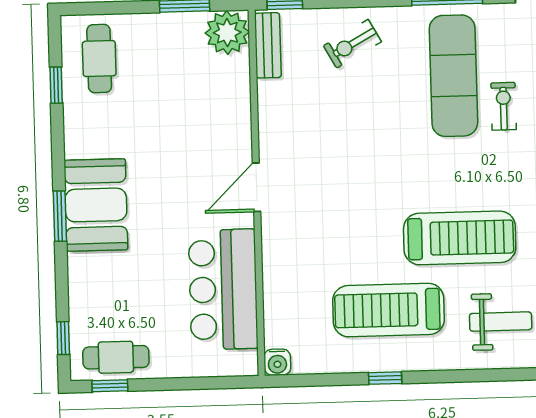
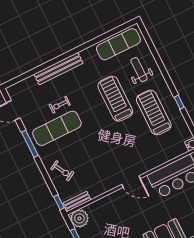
treadmill: (388, 310) -> (154, 112), turned 180

